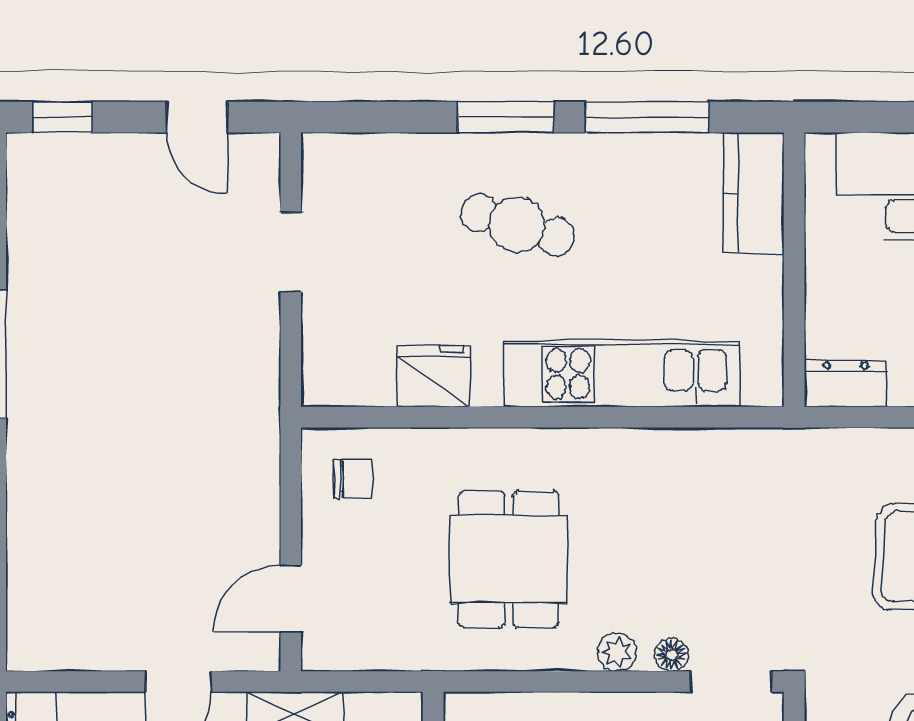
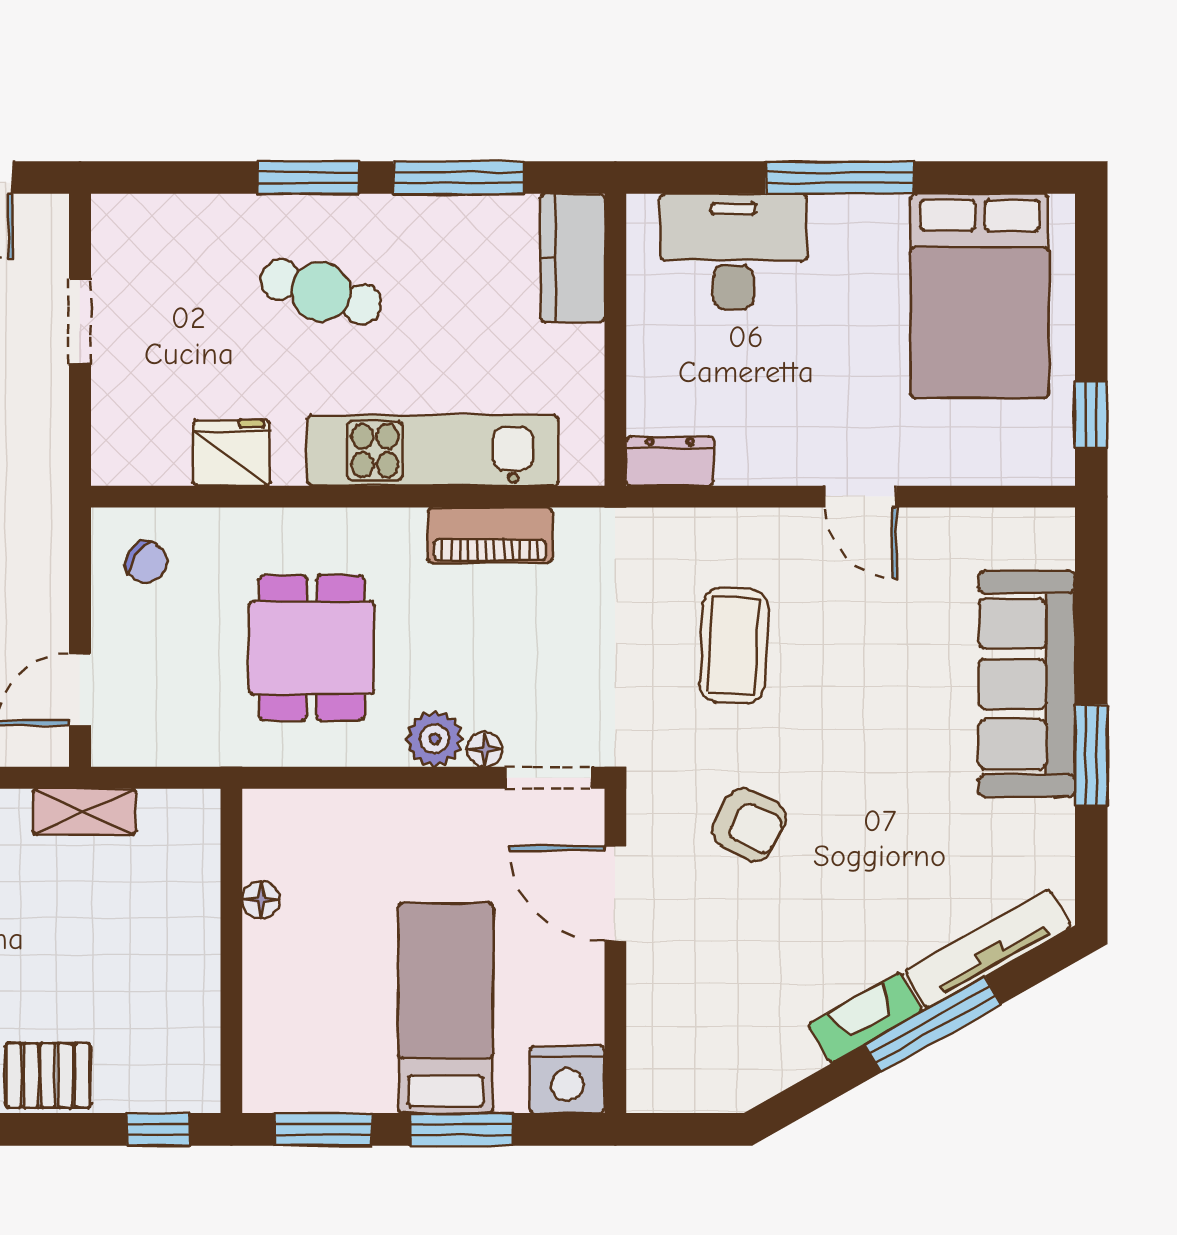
piano: (676, 453) -> (490, 535), added
chair: (353, 479) -> (146, 562), turned 34
plant: (617, 652) -> (435, 739), width x1.38, depth x1.38

